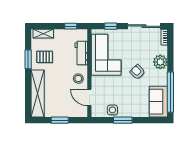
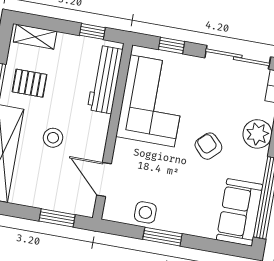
workbench: (81, 53) -> (105, 80), width x1.38
stool: (78, 79) -> (53, 138), moved
window: (60, 120) -> (57, 218), moved

